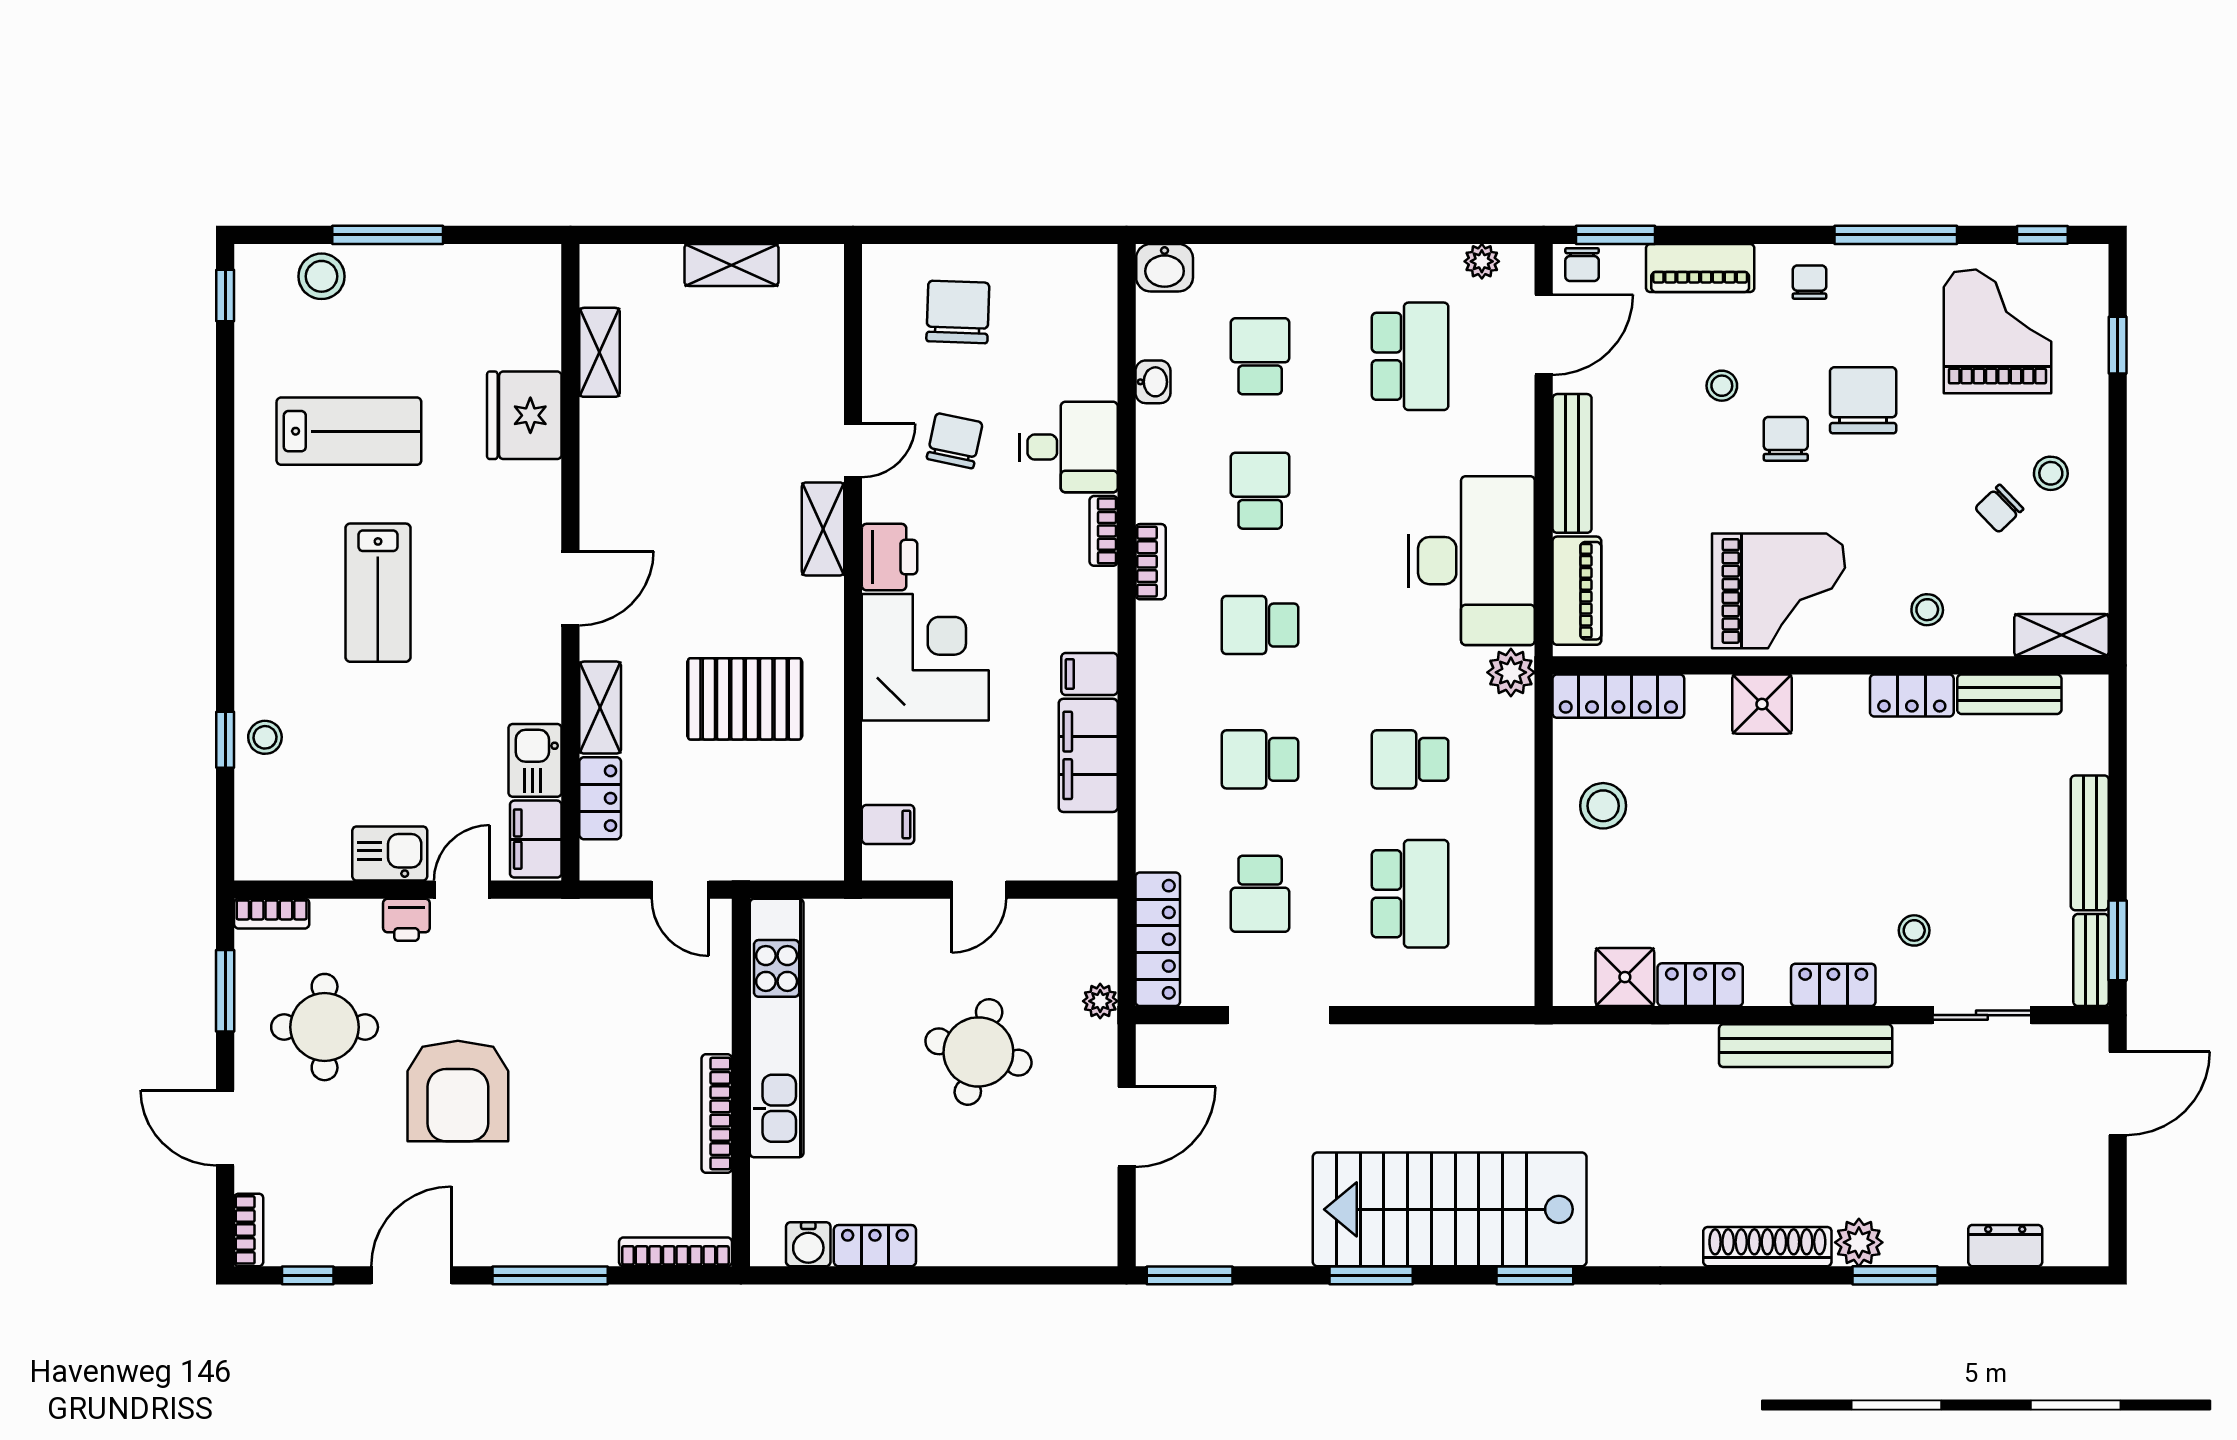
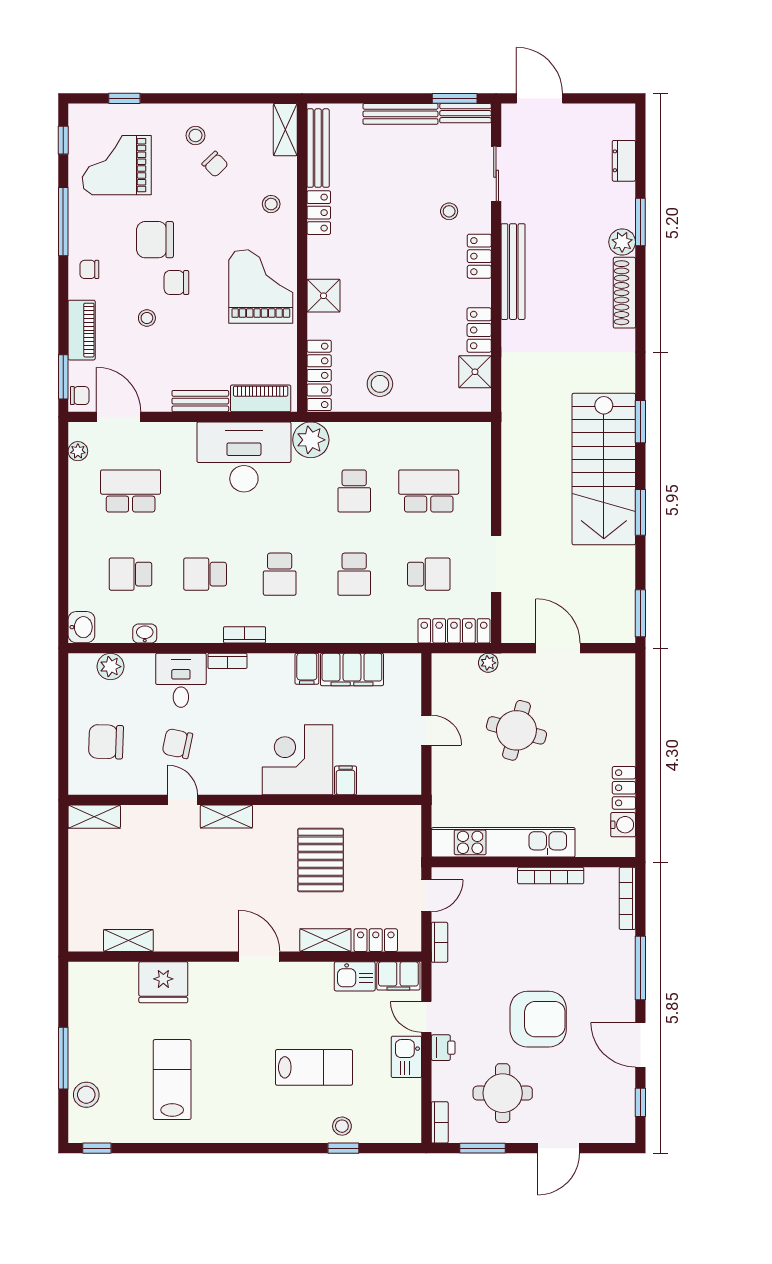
shelving: (731, 265) -> (94, 817), moved, turned 90
plant: (1094, 320) -> (110, 667), added
bench: (1572, 463) -> (200, 401), width x0.73
printer: (890, 557) -> (242, 780), removed
lab bench: (378, 593) -> (314, 1067), moved
plant: (1511, 672) -> (311, 440), width x1.36, depth x1.36
bench: (2009, 694) -> (318, 148), width x1.36
filing cabinet: (888, 824) -> (346, 780), moved
bookcase: (249, 1230) -> (439, 942), moved, turned 90

